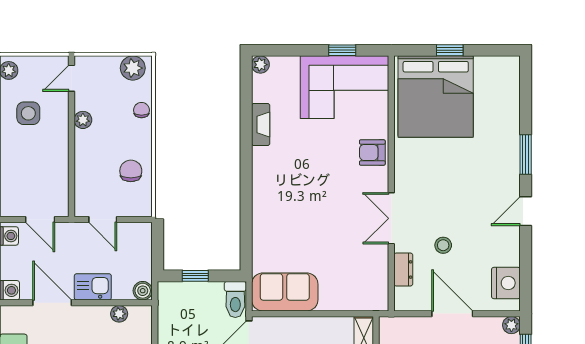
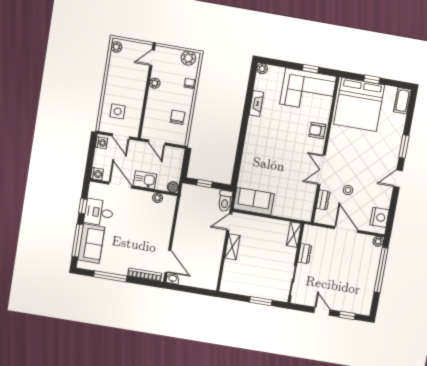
cot: (508, 77) -> (402, 101), added
side table: (28, 113) -> (118, 111), moved

